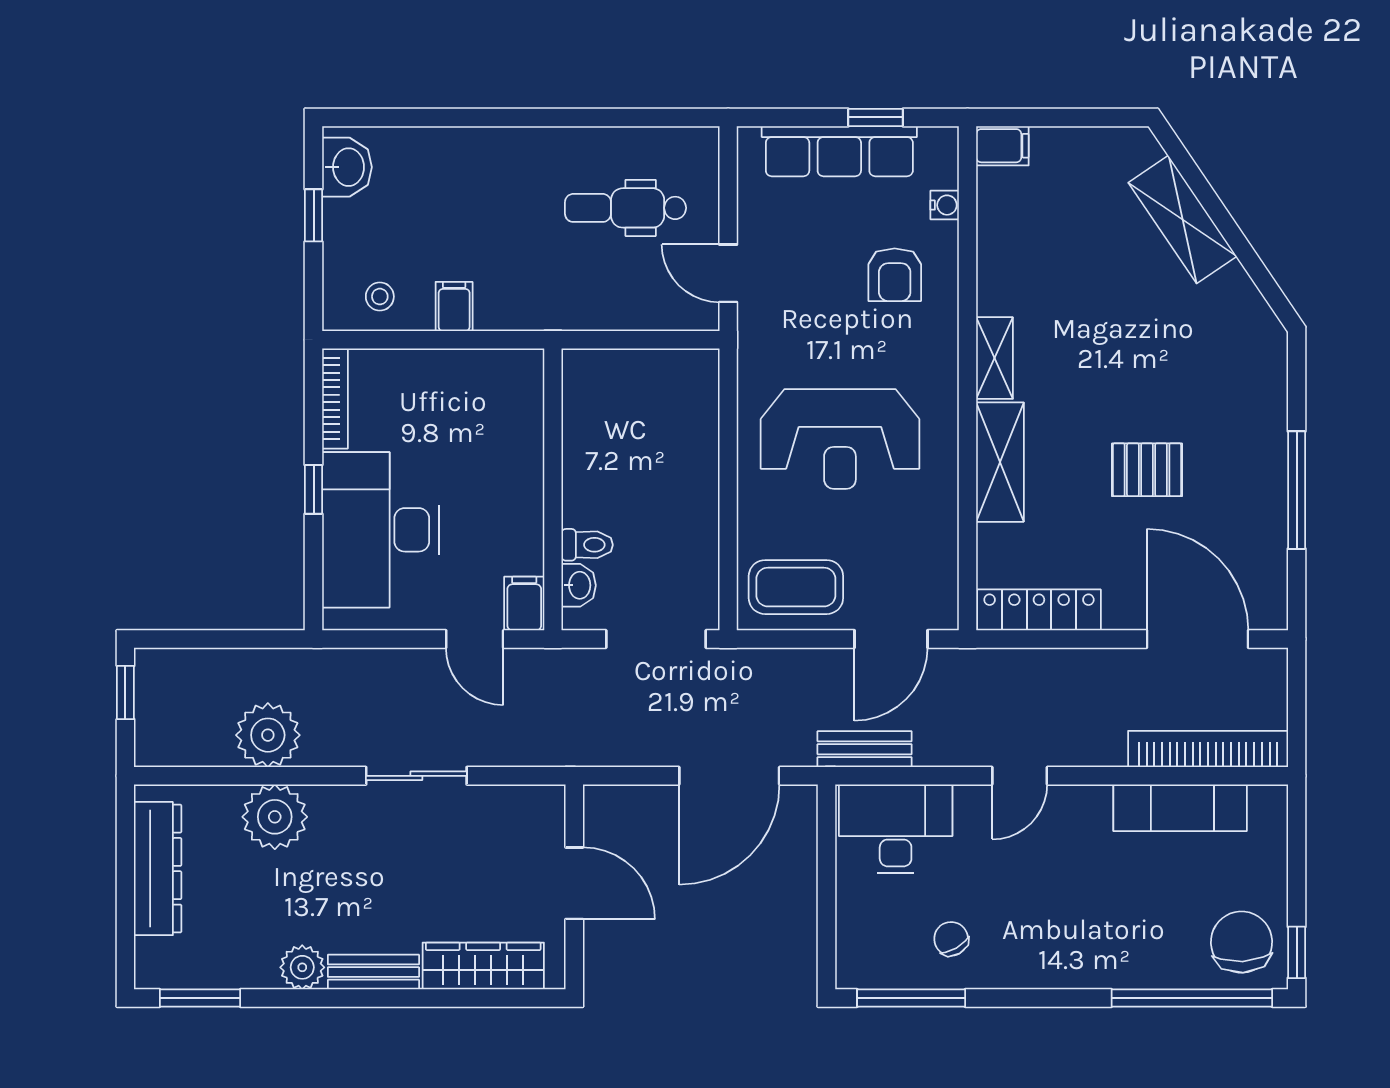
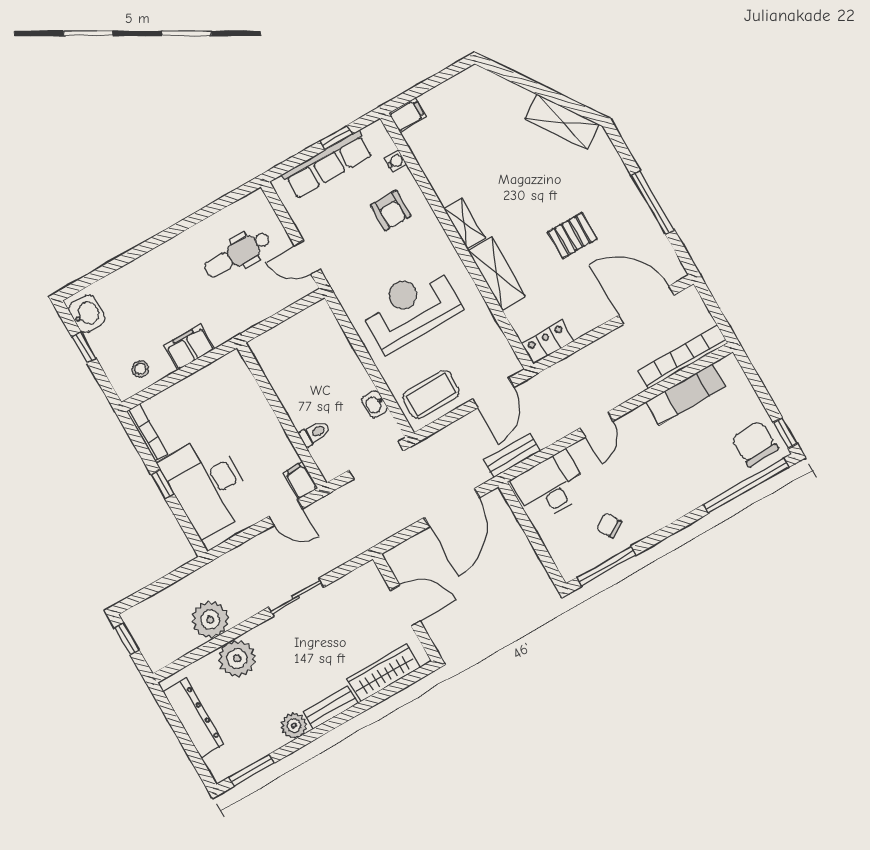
shelving: (1183, 219) -> (562, 122), moved
filing cabinet: (454, 307) -> (189, 347), width x2.00
reception desk: (840, 439) -> (410, 308), turned 180
washbasin: (579, 585) -> (374, 404), moved, turned 180
locker: (1039, 610) -> (548, 342), width x0.66

